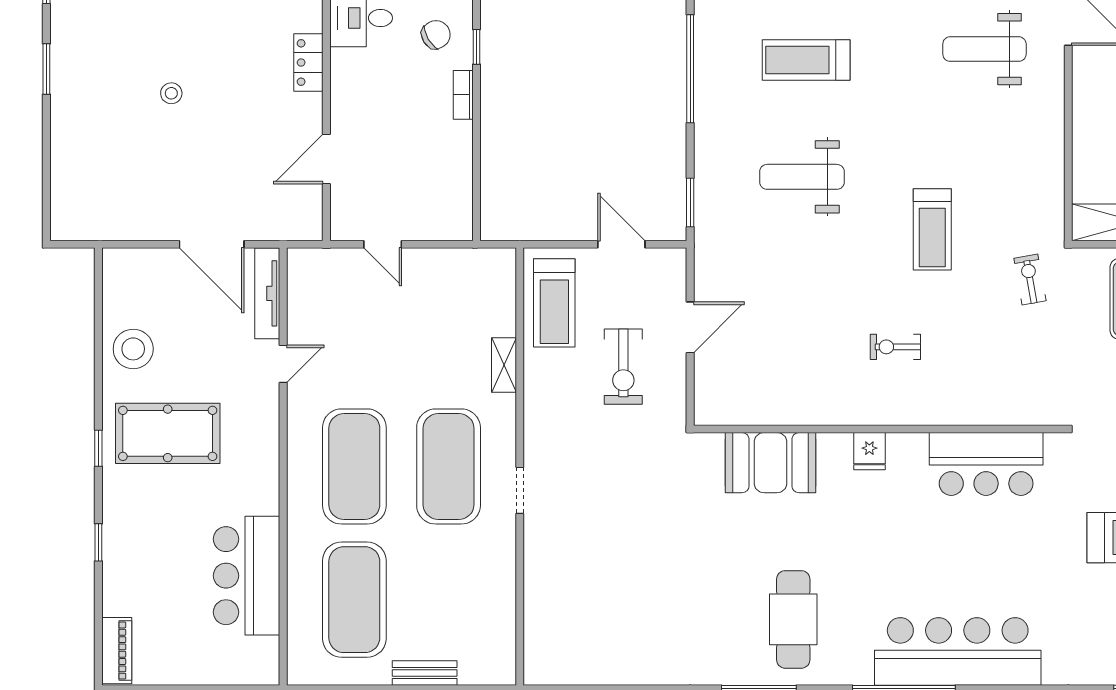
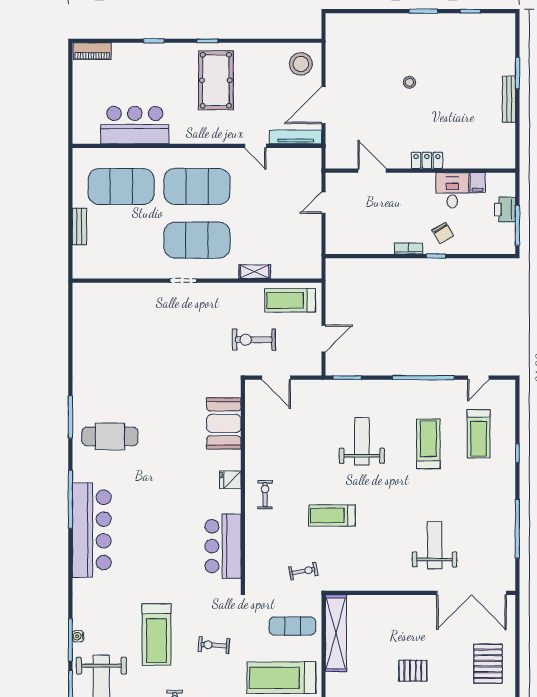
stool: (133, 349) -> (301, 64), moved
wall: (879, 429) -> (243, 485), moved
fridge: (869, 451) -> (230, 480), moved
booth: (770, 463) -> (224, 423), moved
bar counter: (986, 464) -> (223, 546), moved

